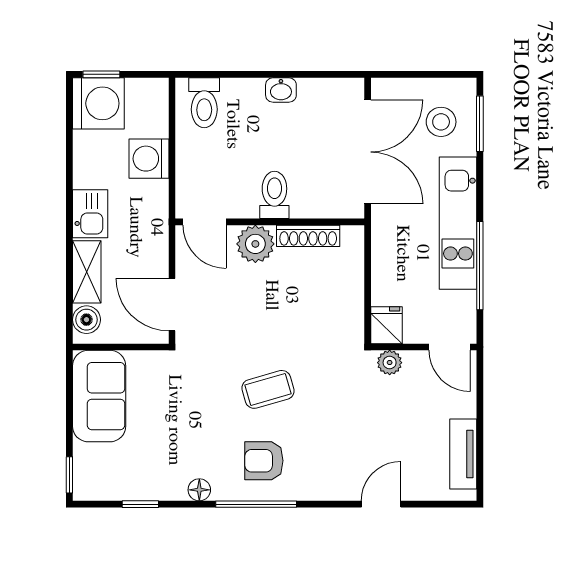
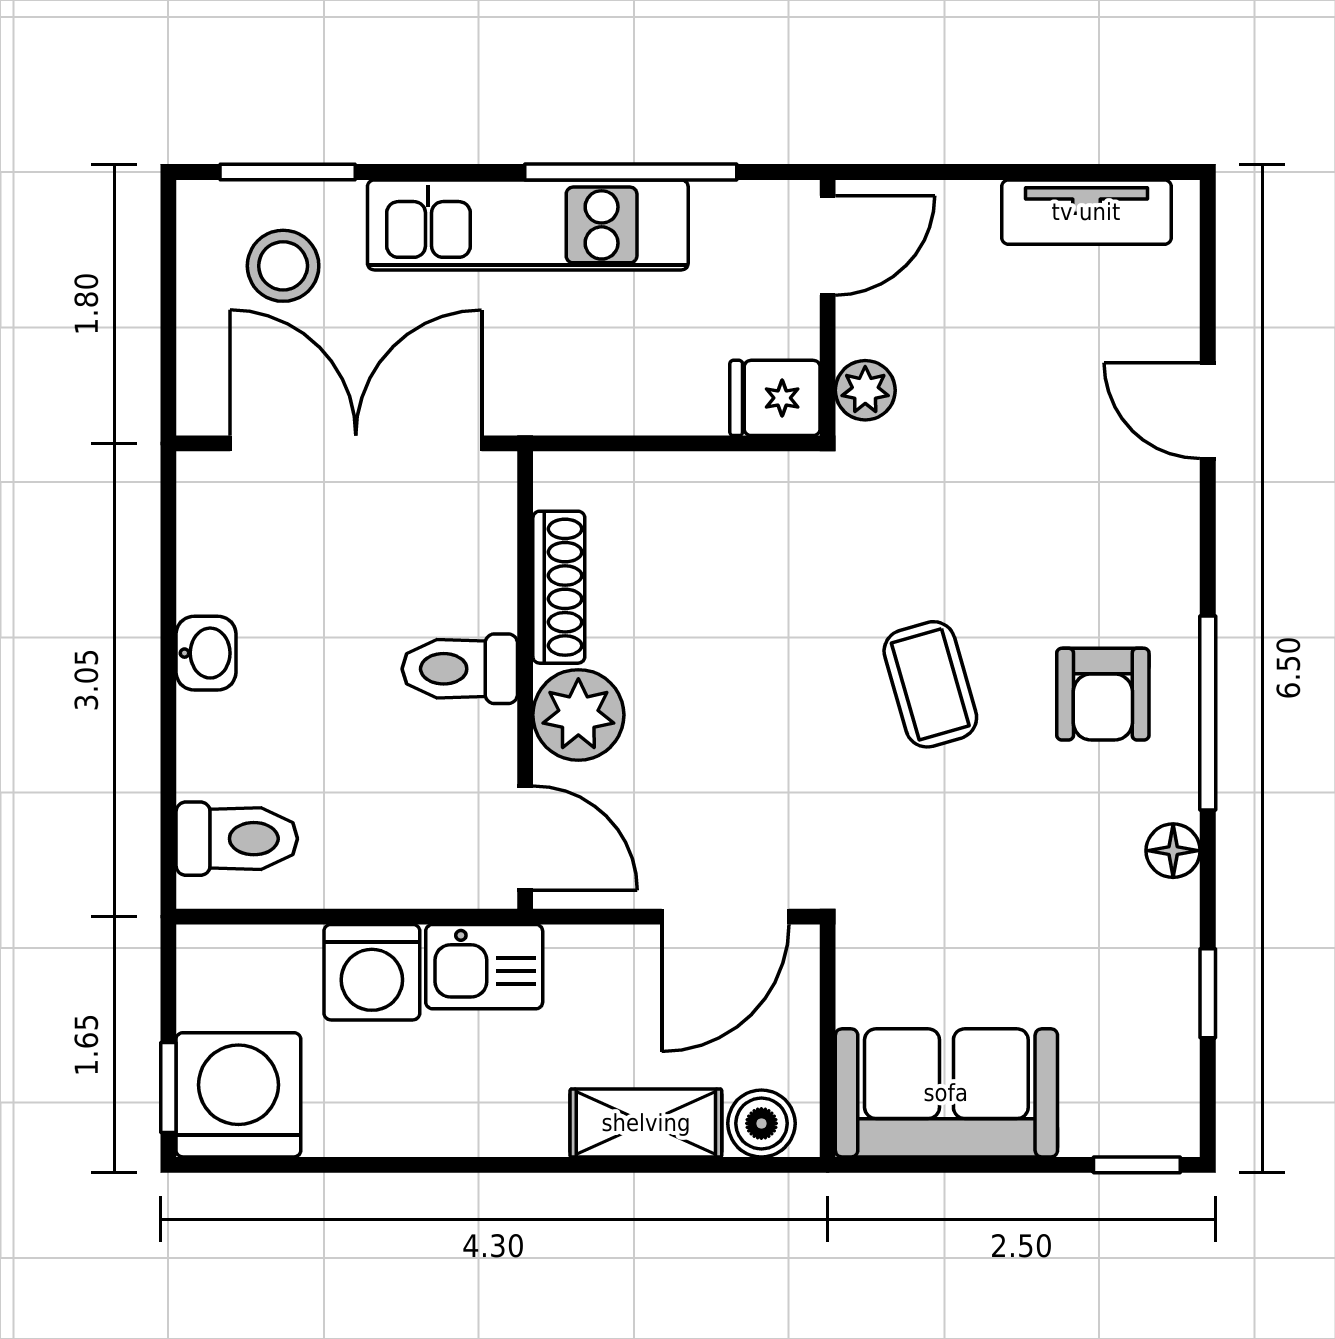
kitchen sink: (90, 214) -> (484, 967), moved, turned 180
door: (204, 222) -> (525, 838), hinge flipped

